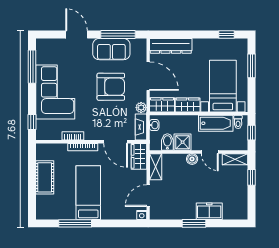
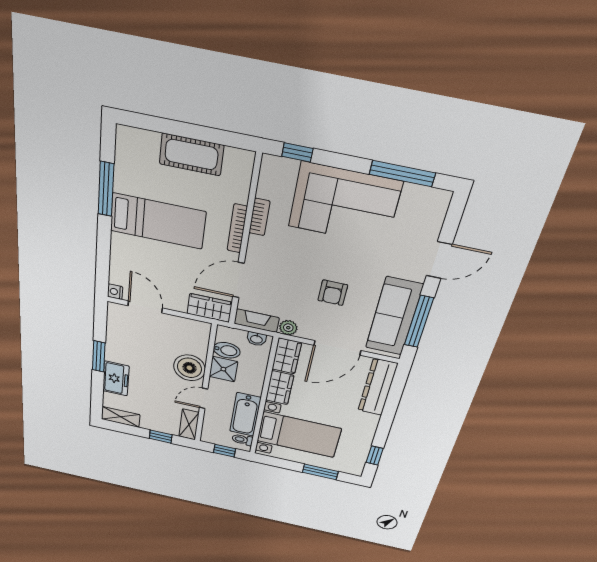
sofa: (111, 49) -> (394, 317), width x1.36
armchair: (111, 87) -> (333, 293), width x0.53, depth x0.53
boiler: (192, 159) -> (189, 368), width x1.86, depth x1.86
shelving: (156, 167) -> (121, 417), moved

